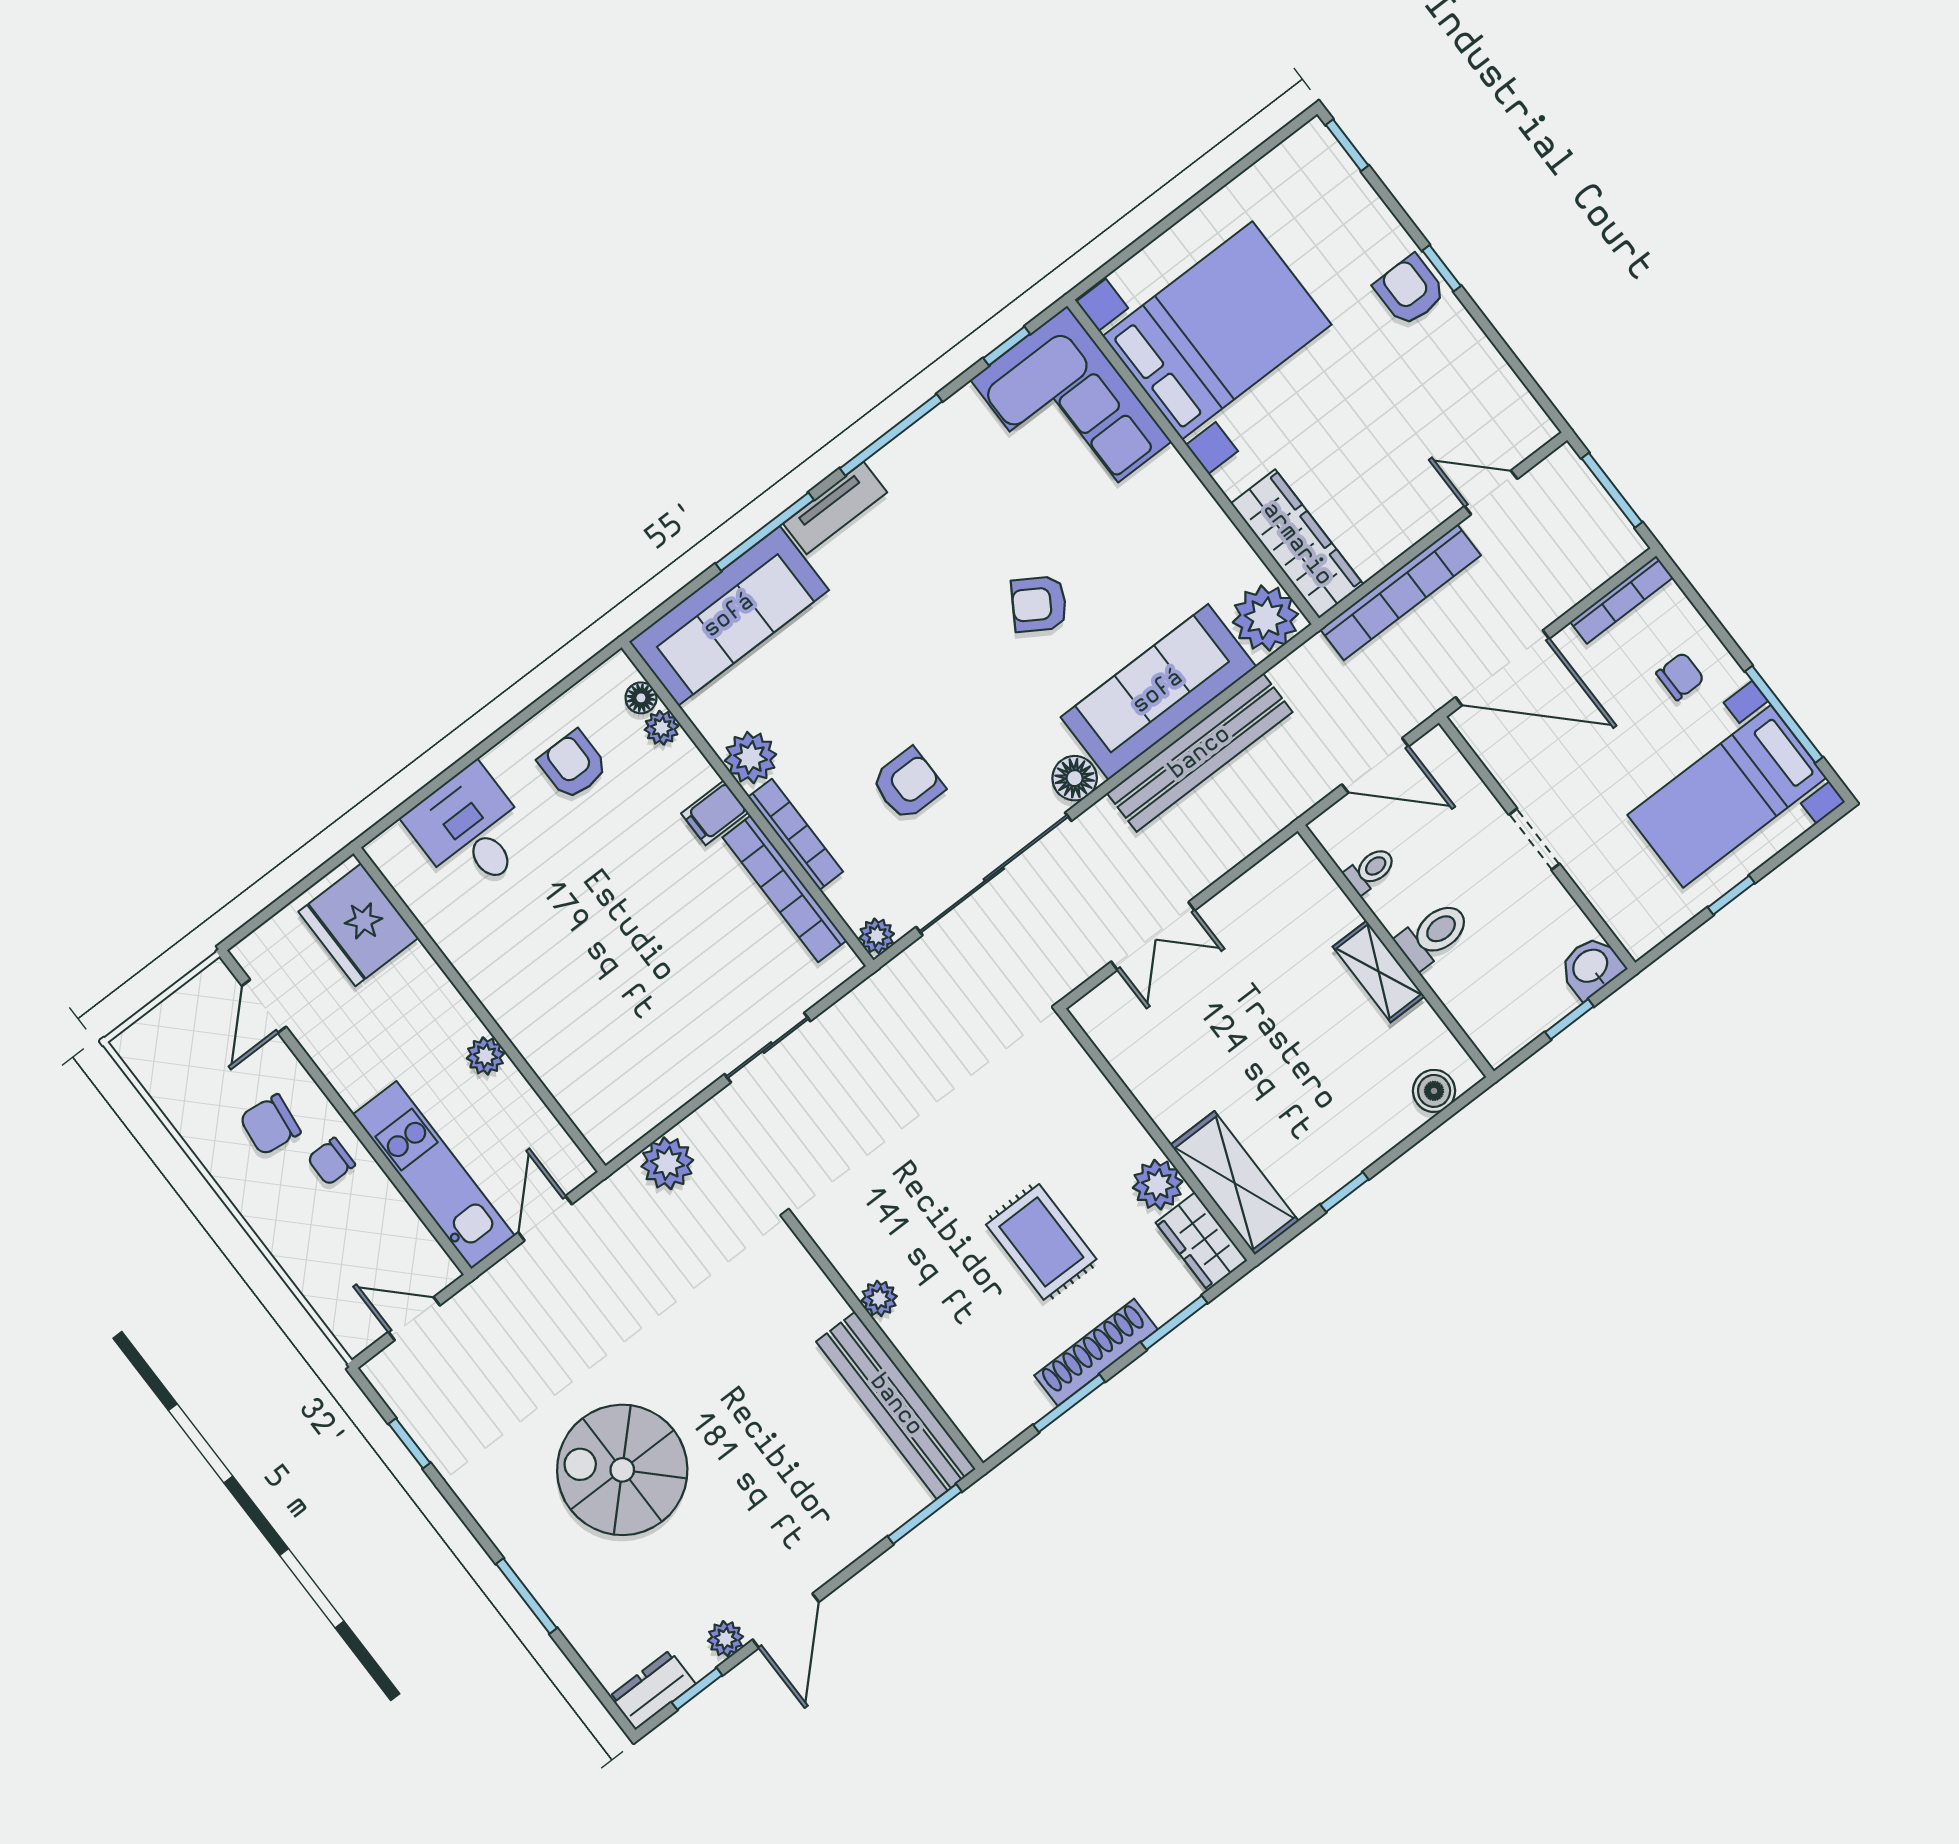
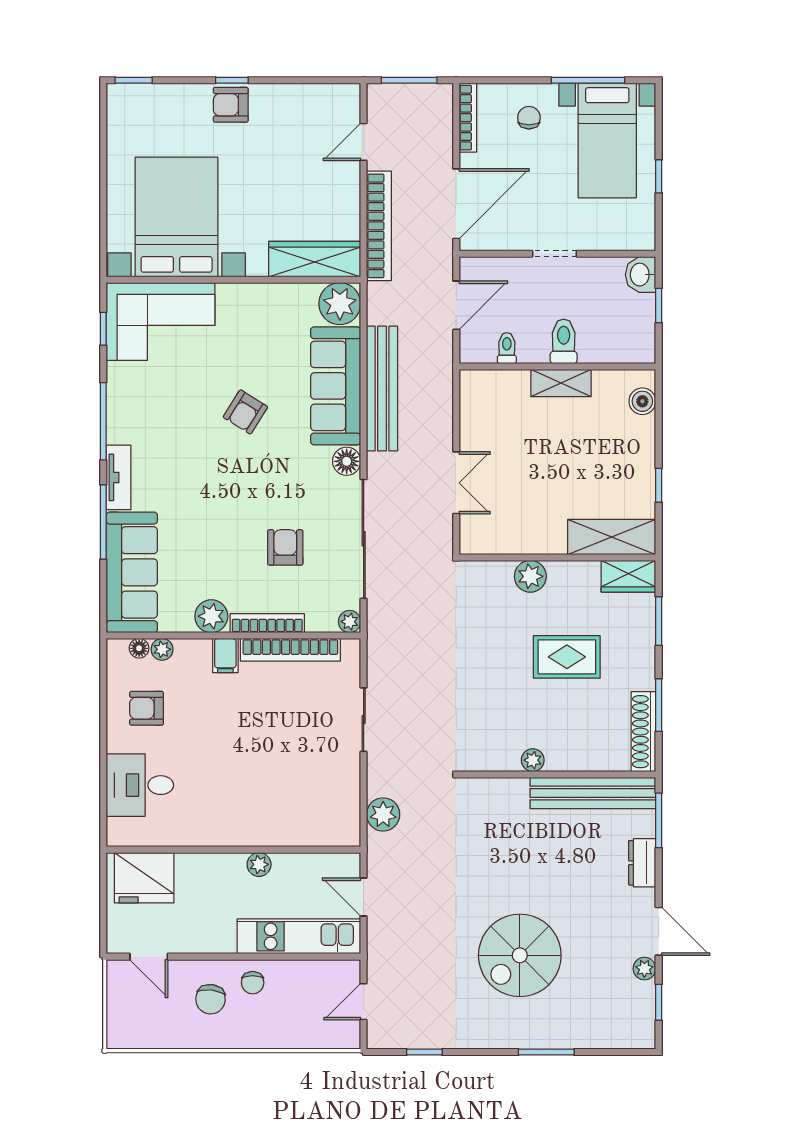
plant: (1158, 1185) -> (530, 576), moved
shoe rack: (1096, 1352) -> (643, 732), moved
dresser: (653, 1690) -> (642, 863), moved

